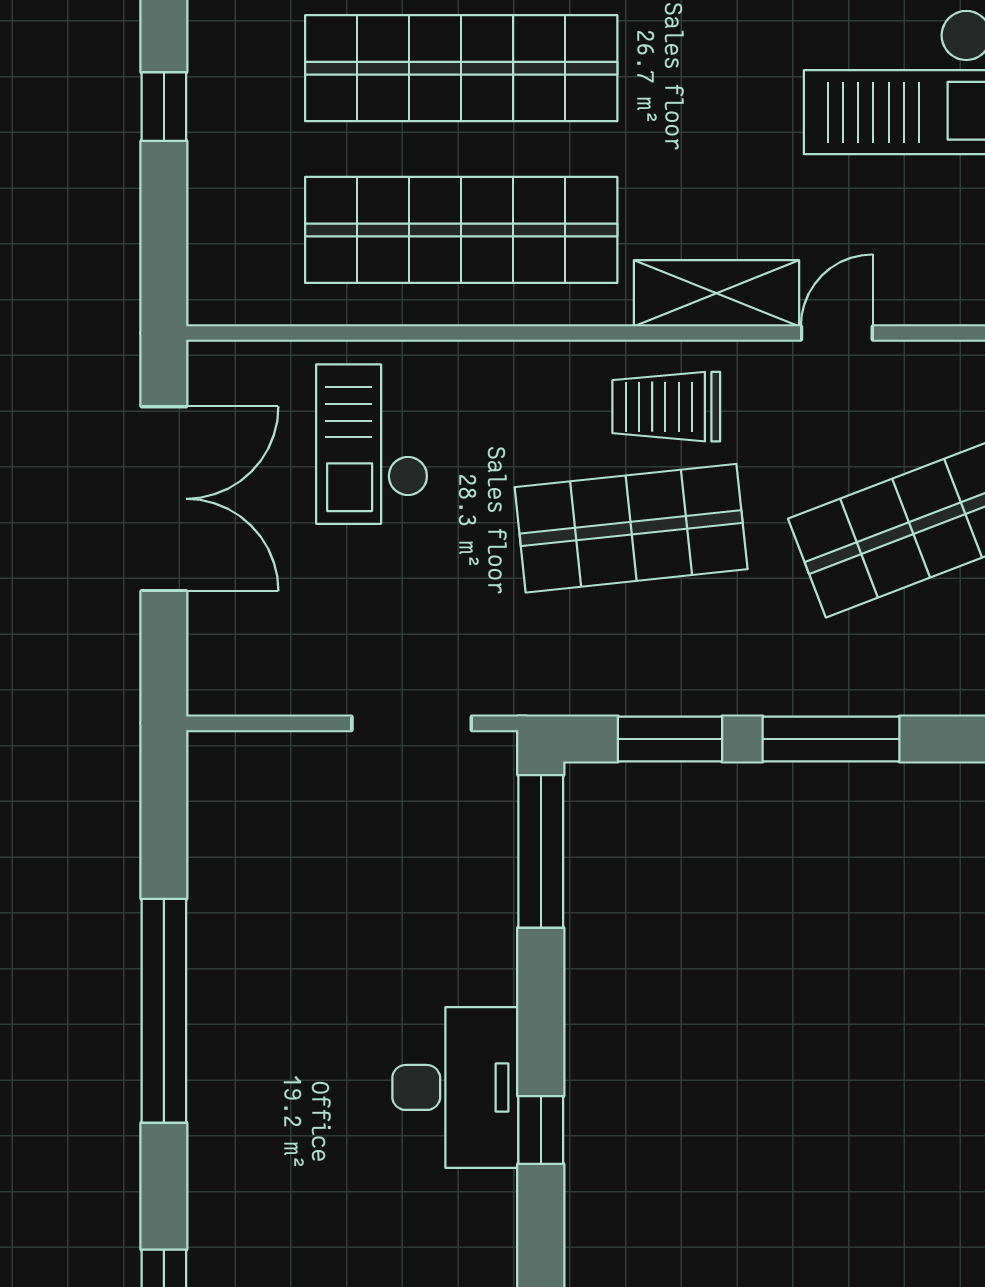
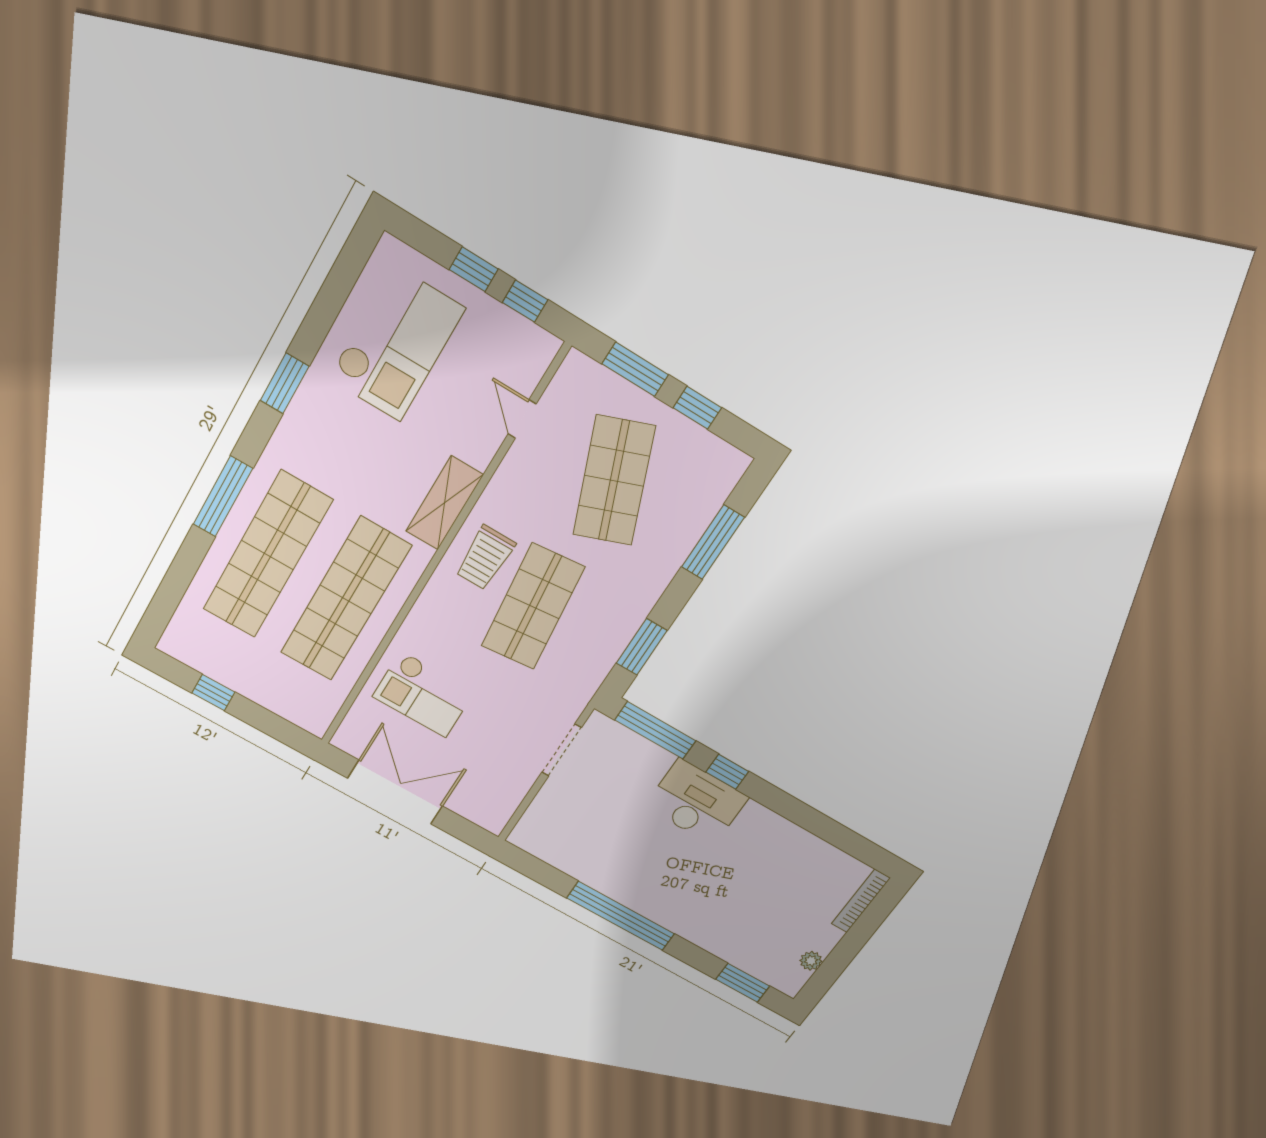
door: (837, 333) -> (522, 419), moved
window: (831, 739) -> (713, 542), moved
desk: (455, 1087) -> (696, 802), moved
window: (541, 1130) -> (727, 772), moved

